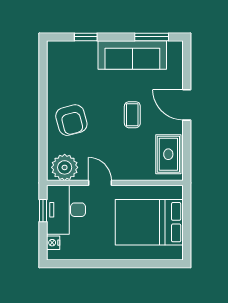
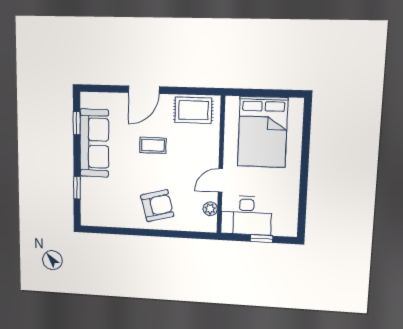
window: (152, 37) -> (77, 123), width x0.67
plant: (65, 167) -> (210, 209), width x0.53, depth x0.53
window: (43, 211) -> (262, 239), moved
nightstand: (53, 243) -> (279, 230), removed

